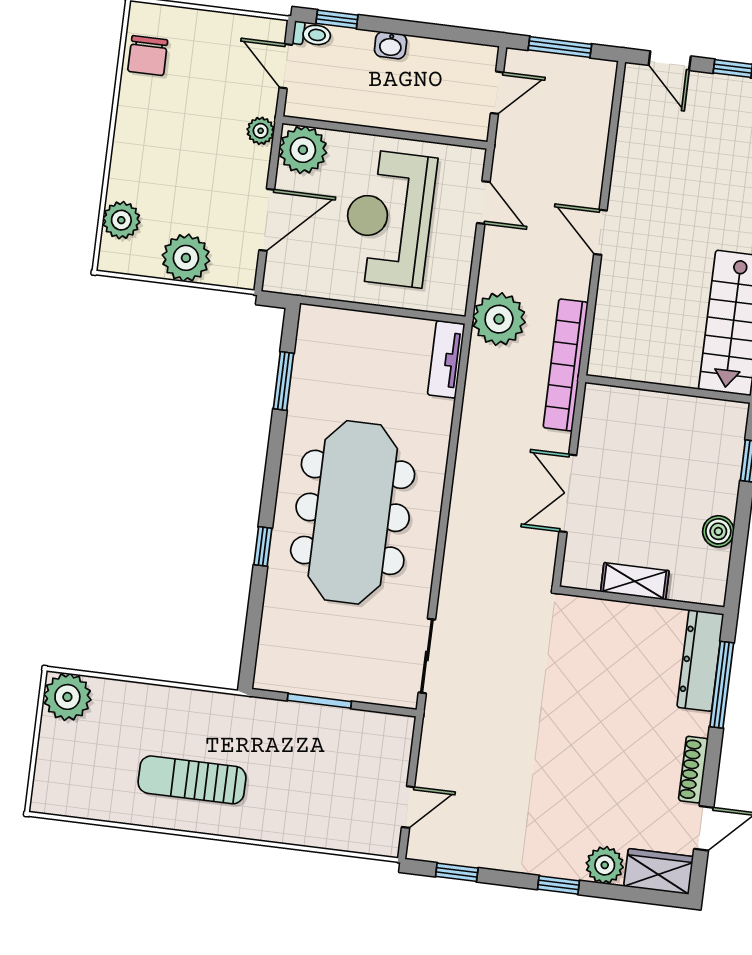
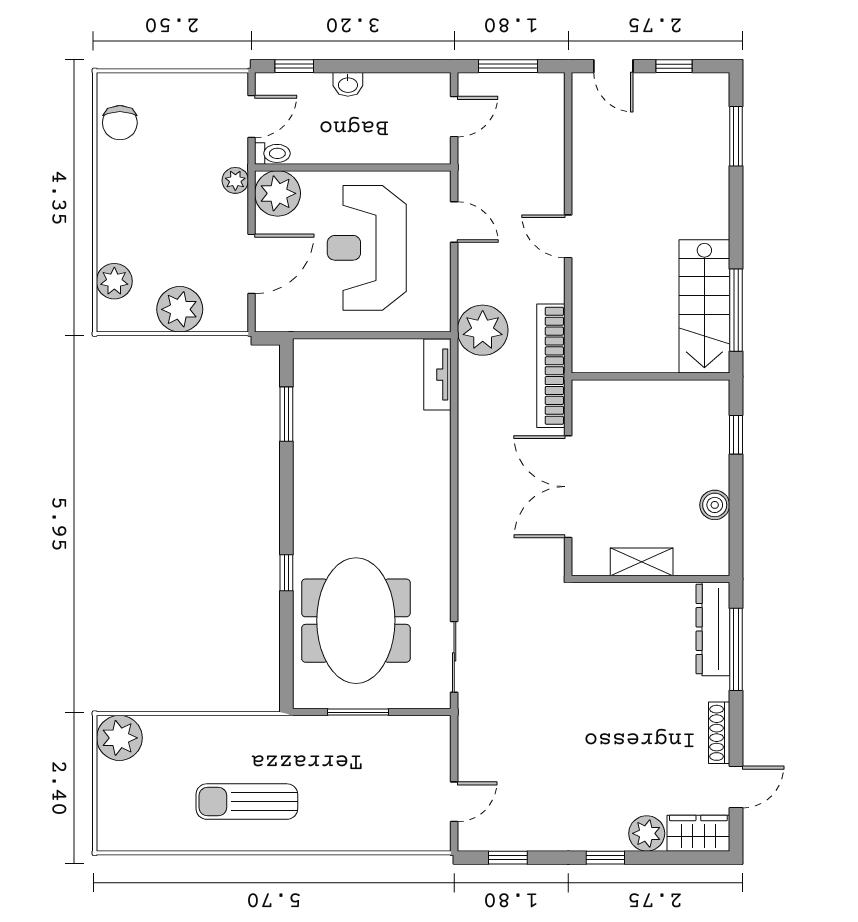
toilet: (312, 34) -> (272, 153), moved
door: (286, 66) -> (252, 116), swing flipped
double door: (568, 493) -> (568, 487), width x1.37
meeting table: (353, 512) -> (356, 621), moved, width x0.73

